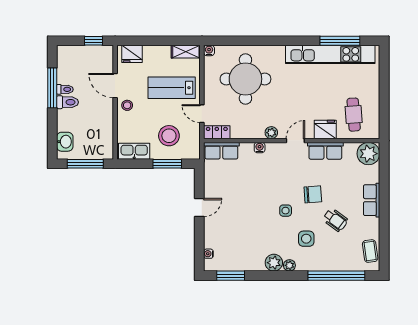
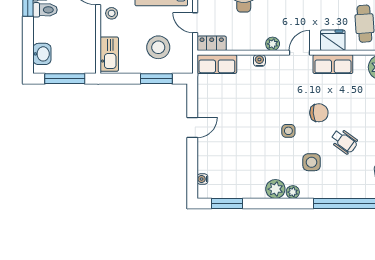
kitchen sink: (134, 151) -> (109, 54), moved, turned 90

